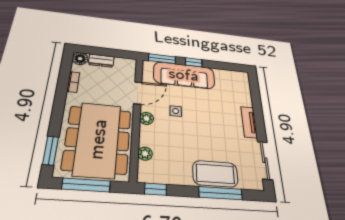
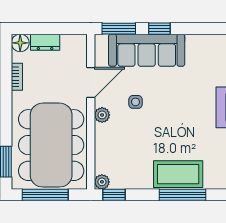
plant: (145, 154) -> (102, 182), moved

